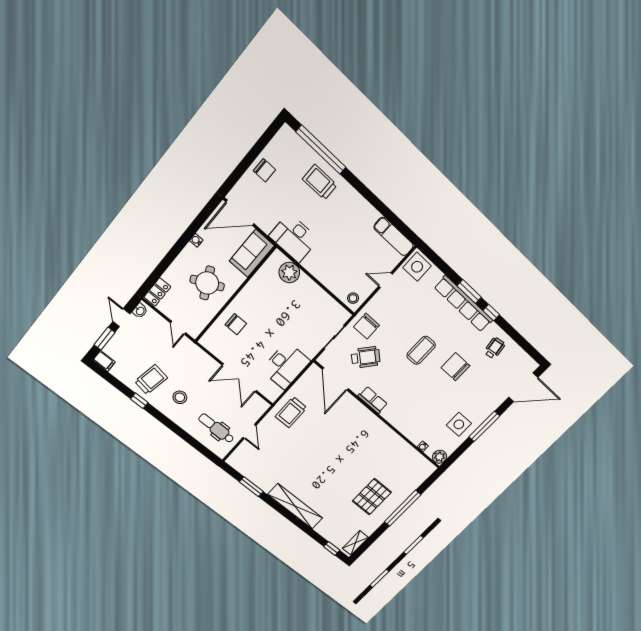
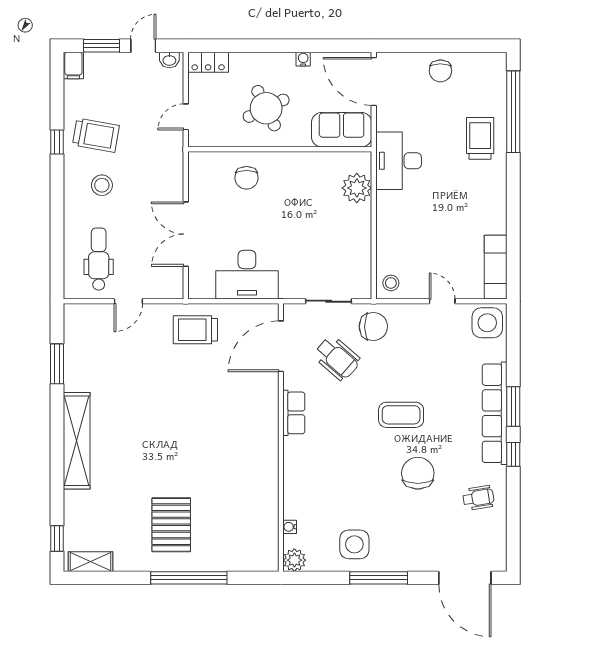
chair: (367, 326) -> (373, 327), turned 180
pallet: (372, 497) -> (171, 525), turned 90

